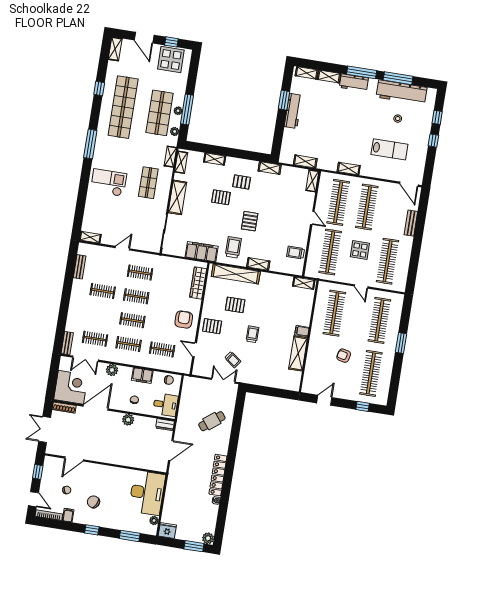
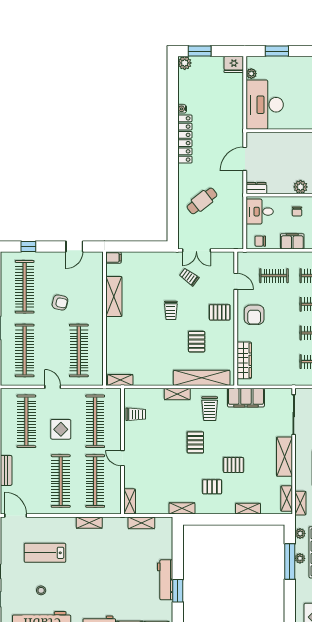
pallet: (235, 305) -> (197, 342), turned 90
filing cabinet: (302, 331) -> (113, 258), moved

